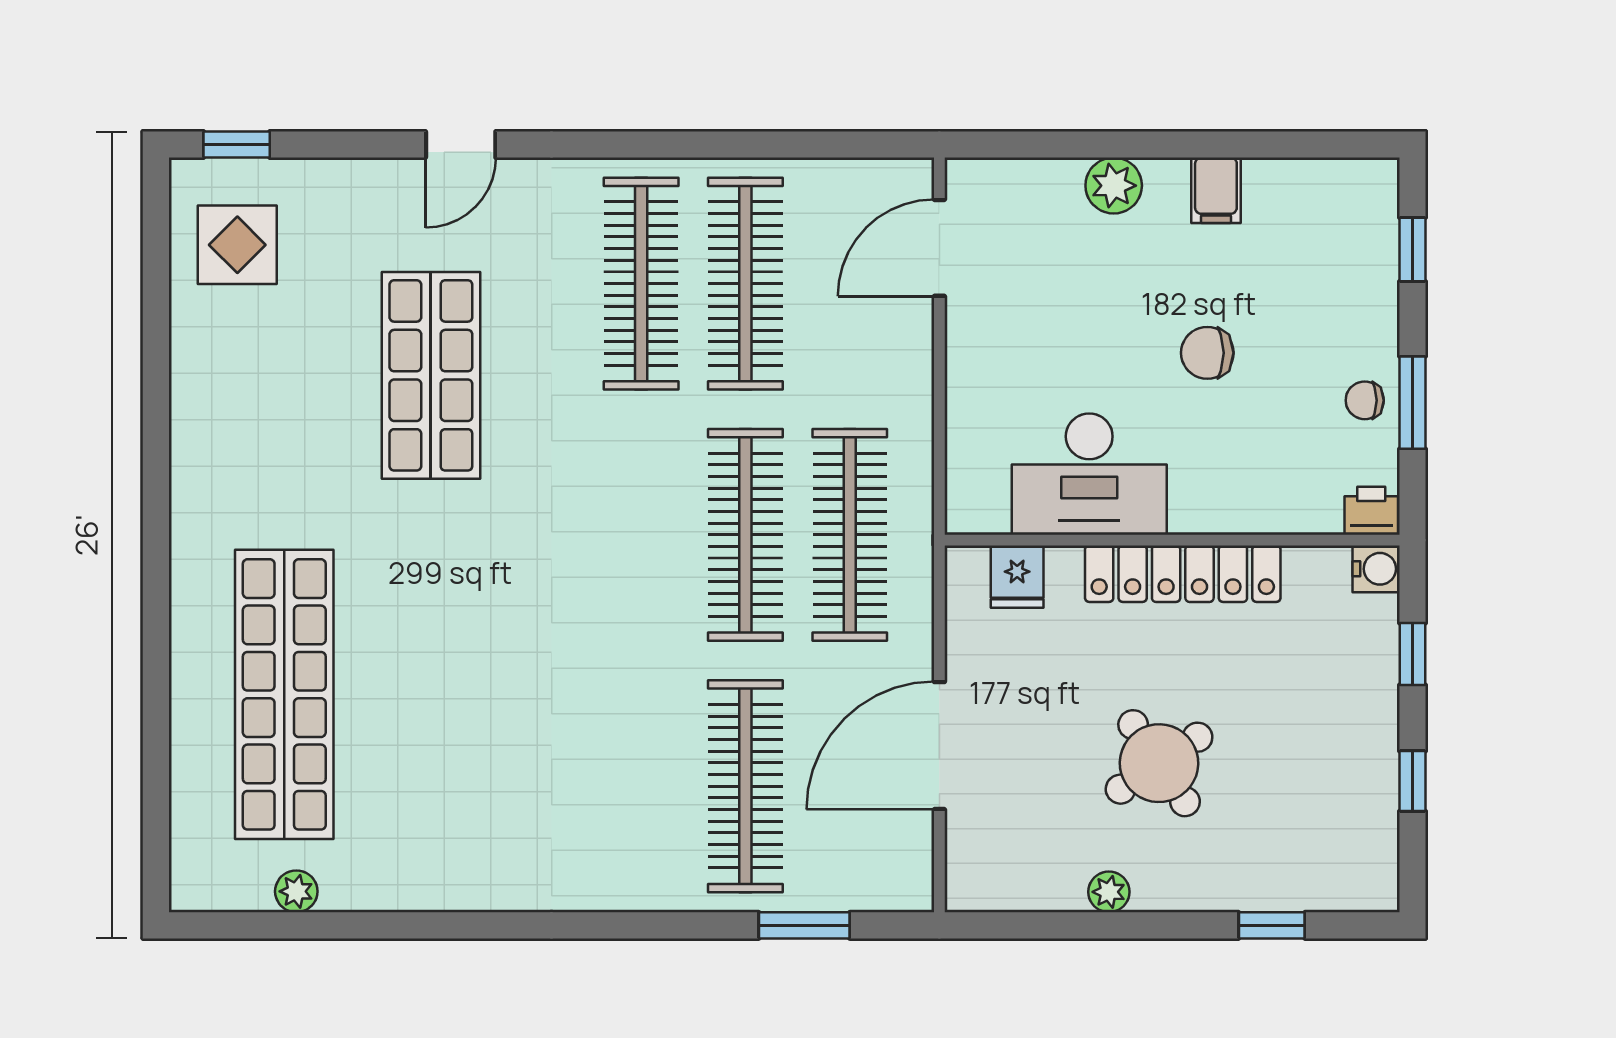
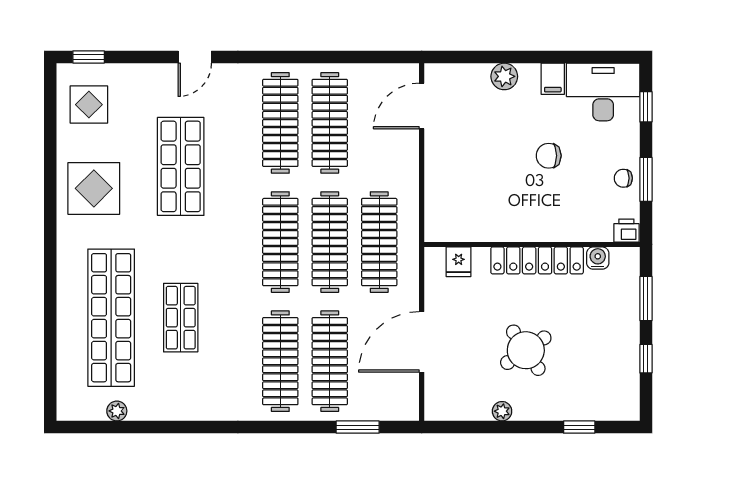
display table: (248, 422) -> (94, 188), added
desk: (1089, 474) -> (603, 92), moved, turned 180
clothes rail: (641, 535) -> (280, 242), added
water cooler: (1376, 569) -> (598, 258), moved, turned -90
window: (1413, 654) -> (646, 298), width x1.50
shop shelf: (431, 694) -> (181, 318), added
clothes rail: (641, 786) -> (280, 361), added

